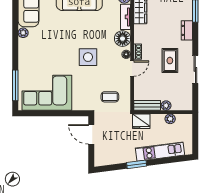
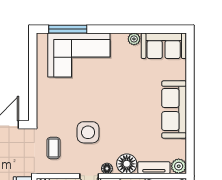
side table: (88, 57) -> (88, 132), moved
corner sofa: (47, 93) -> (79, 55), moved, turned 90

